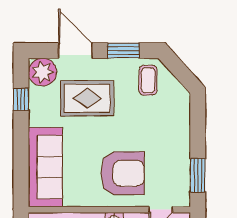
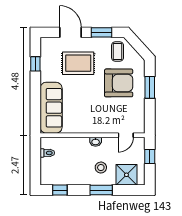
plant: (43, 72) -> (49, 46), removed
armchair: (122, 173) -> (119, 83), moved
window: (198, 175) -> (150, 87), moved

